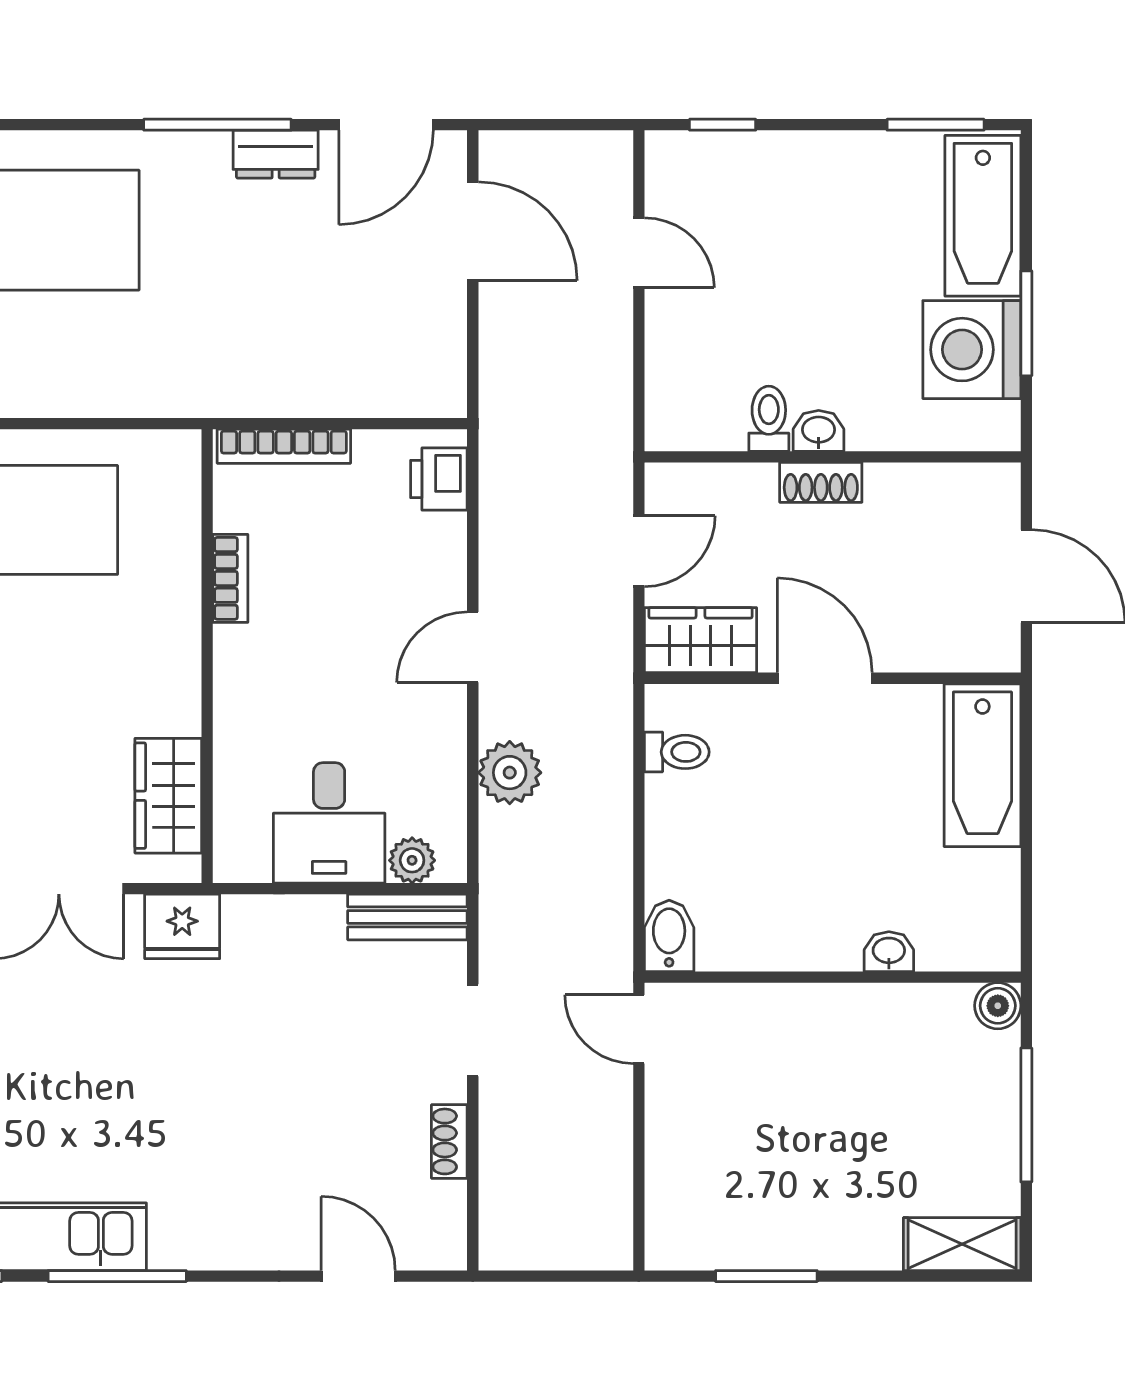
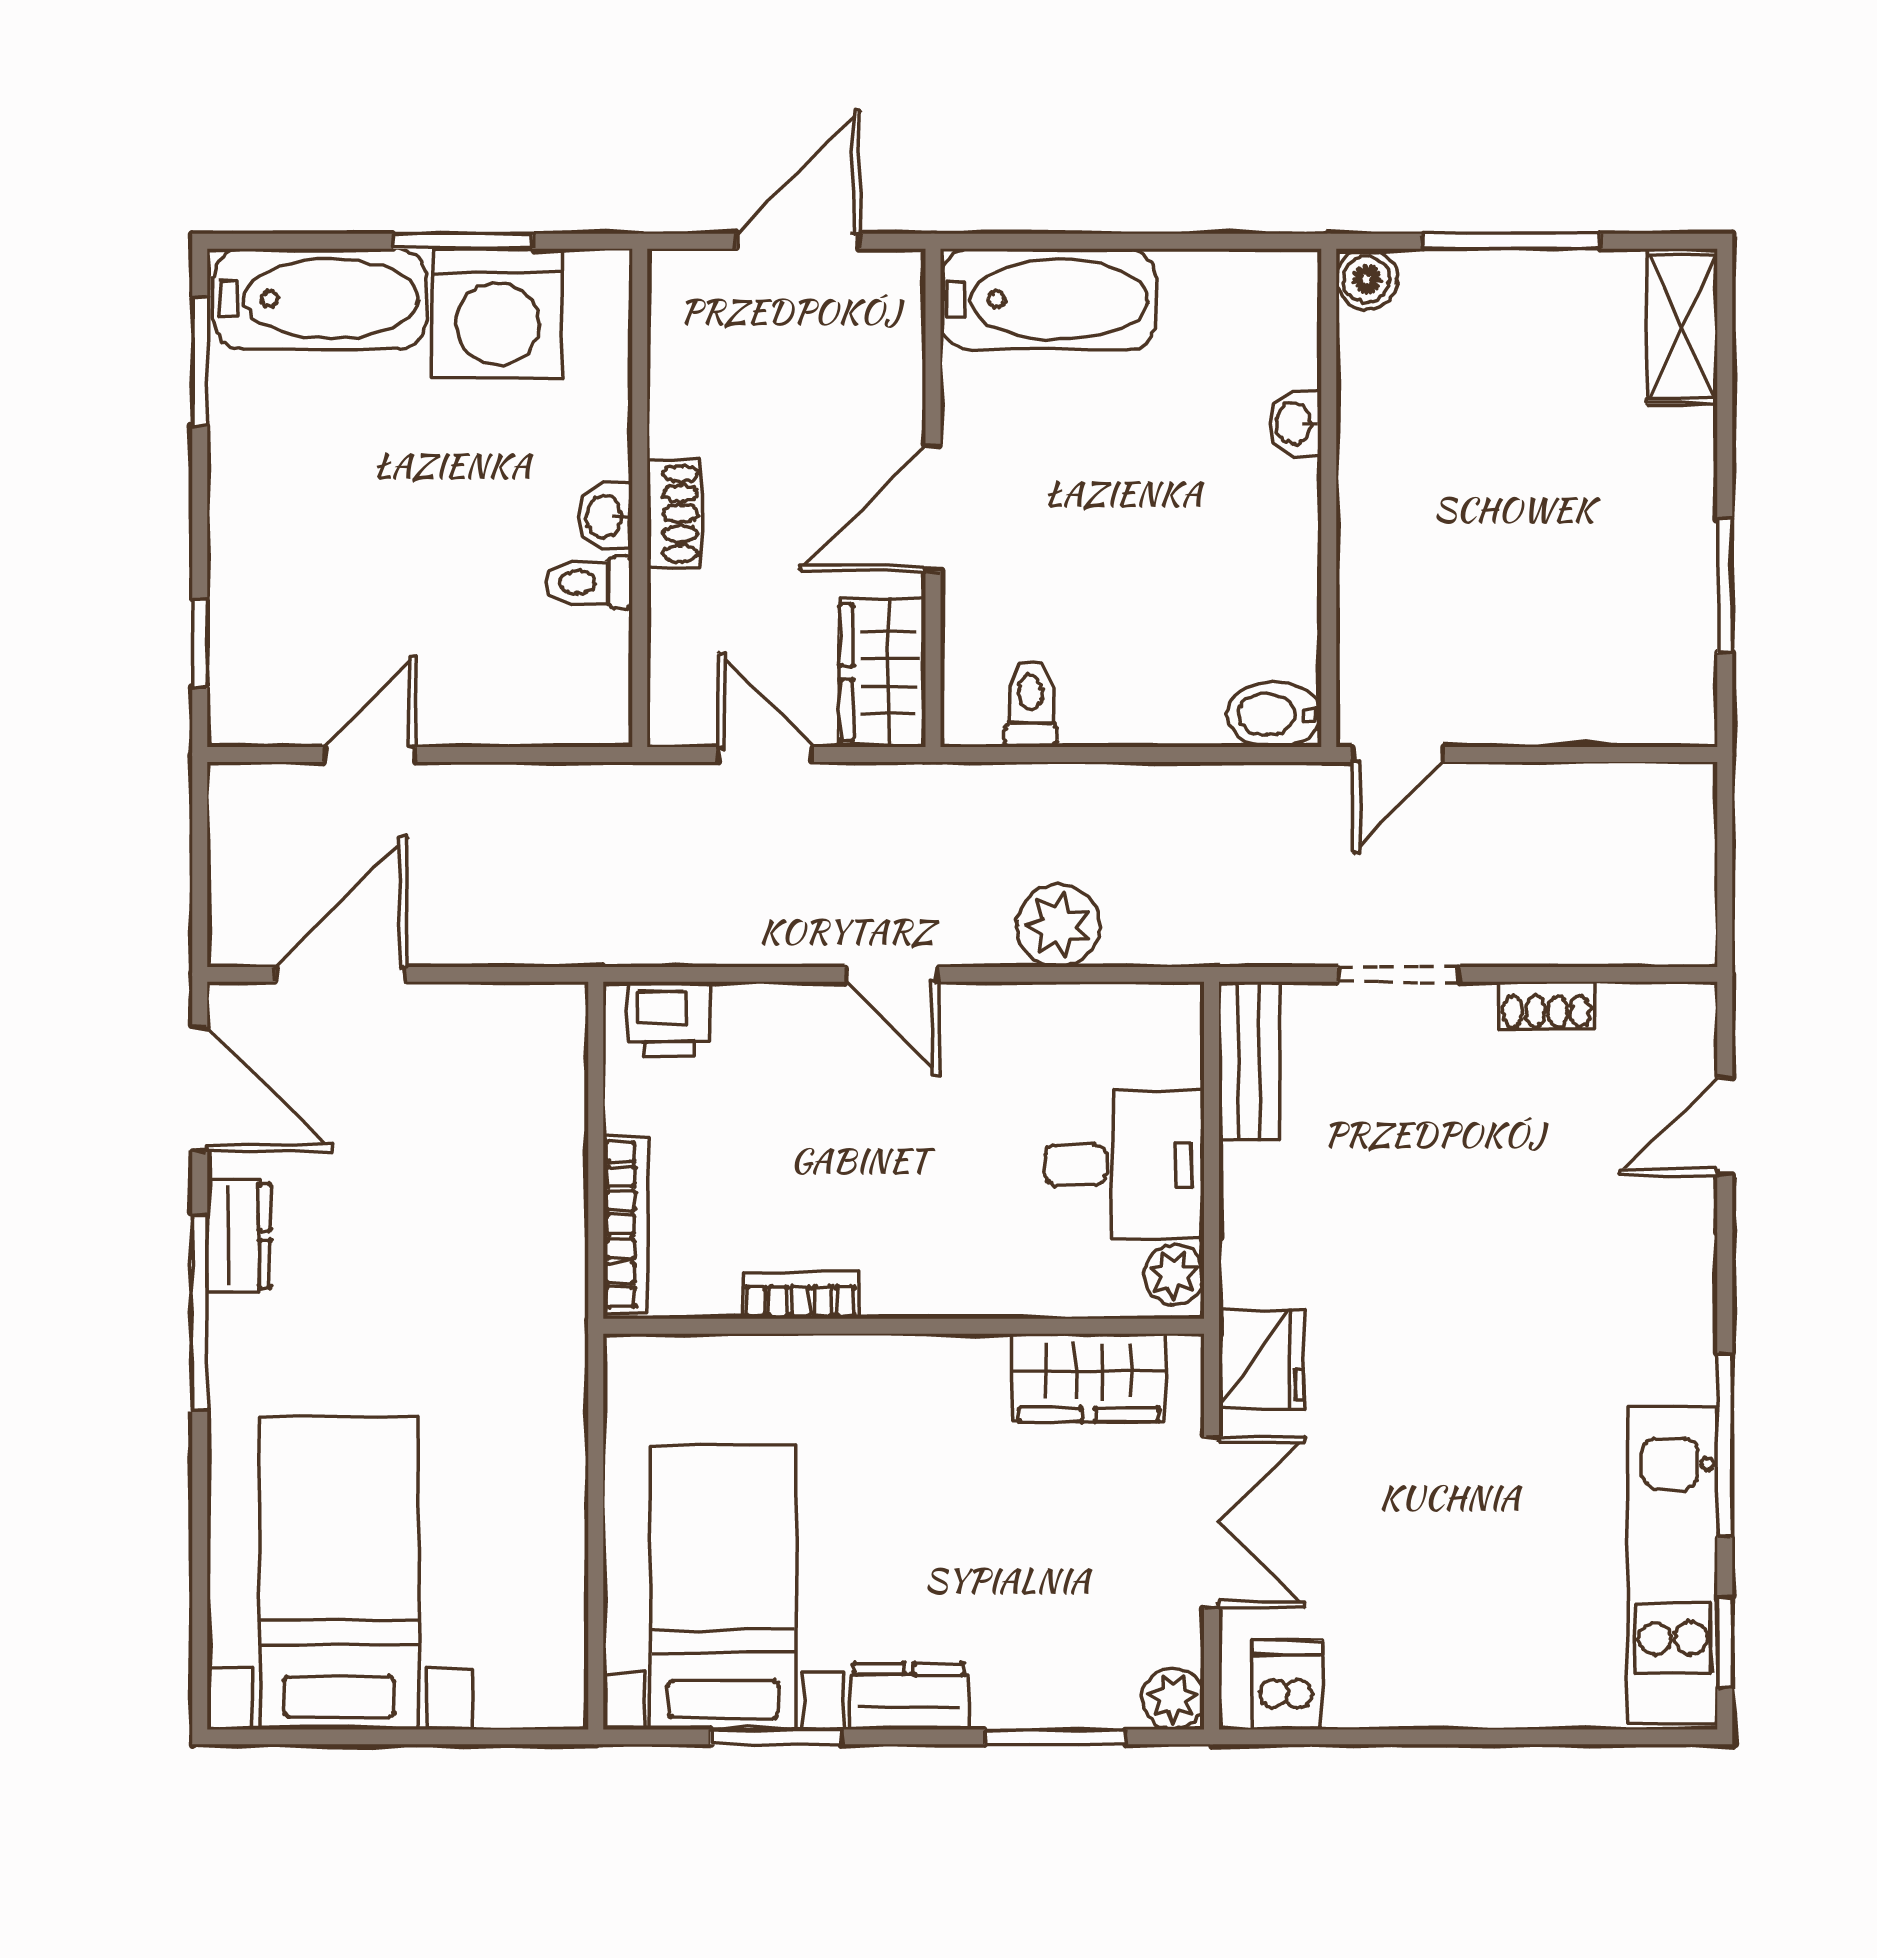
plant: (412, 860) -> (1174, 1275), moved

